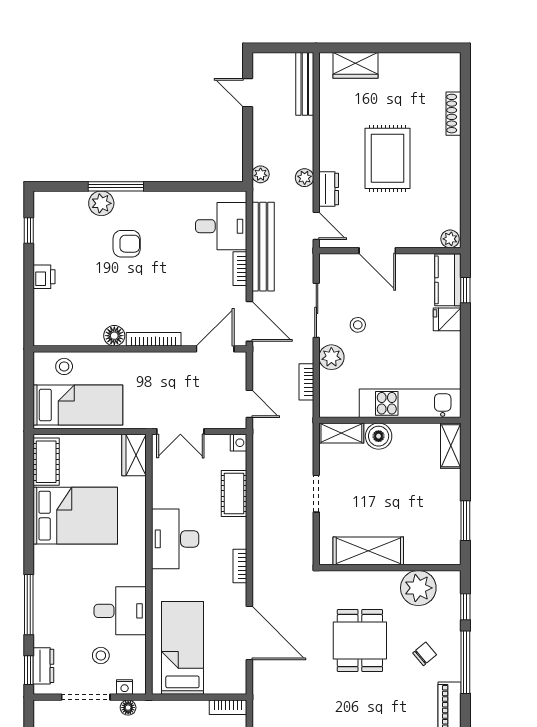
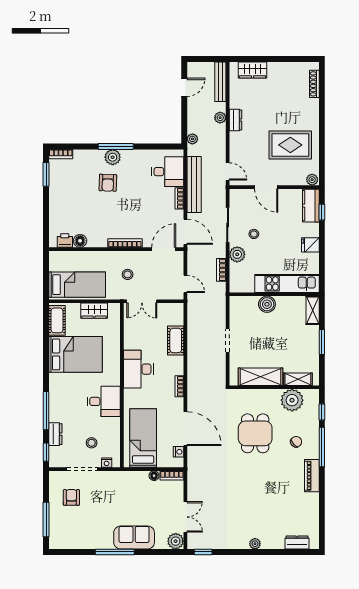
door: (248, 93) -> (184, 87), swing flipped
shoe rack: (454, 114) -> (314, 84), moved
rug: (387, 158) -> (290, 145), moved, turned 90
plant: (305, 178) -> (220, 118), moved
window: (116, 186) -> (116, 146), moved
dresser: (329, 189) -> (235, 120), moved
bookcase: (52, 198) -> (61, 154), added
plant: (101, 203) -> (113, 157), moved
window: (29, 230) -> (46, 174), width x1.50
armchair: (127, 244) -> (108, 183), turned 92
printer: (44, 277) -> (65, 241), moved, turned -90
fridge: (447, 319) -> (310, 245), moved
floor lamp: (114, 336) -> (80, 241), moved
stool: (64, 366) -> (128, 274), moved
shelving: (341, 433) -> (298, 379), moved
nightstand: (239, 443) -> (179, 452), moved
wardrobe: (134, 455) -> (94, 311), moved, turned -90
window: (465, 521) -> (322, 342), moved
desk: (120, 611) -> (104, 401), moved
dresser: (43, 666) -> (55, 434), moved
floor lamp: (128, 708) -> (154, 476), moved

